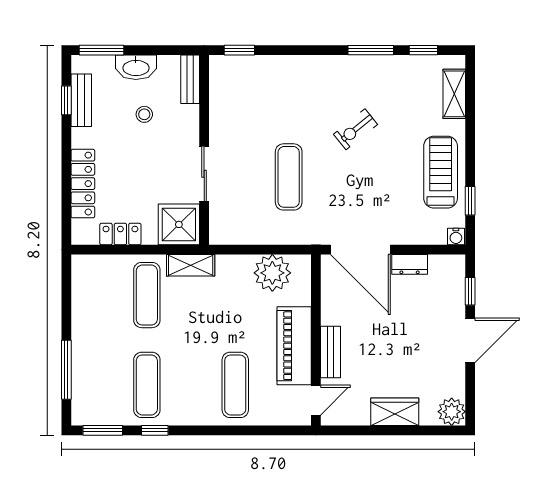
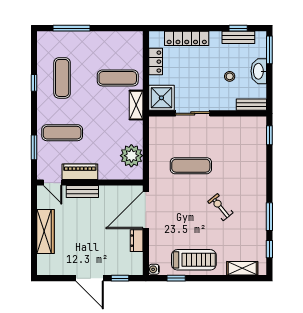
piano: (294, 346) -> (80, 172), width x0.73, depth x0.75
exercise mat: (147, 385) -> (62, 78), turned 90
wardrobe: (395, 412) -> (46, 232), width x1.50
plant: (452, 412) -> (46, 267), removed
window: (103, 430) -> (34, 147), moved

